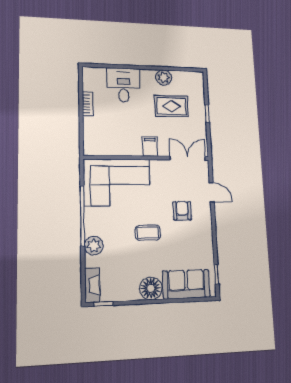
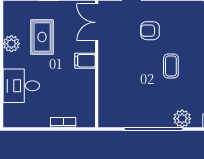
bookcase: (88, 104) -> (63, 122), moved
corner sofa: (117, 182) -> (121, 95), removed

